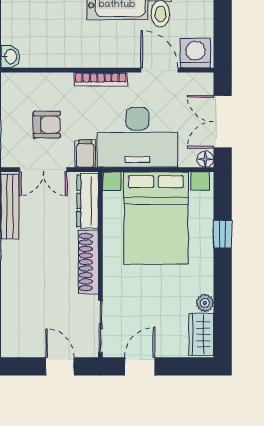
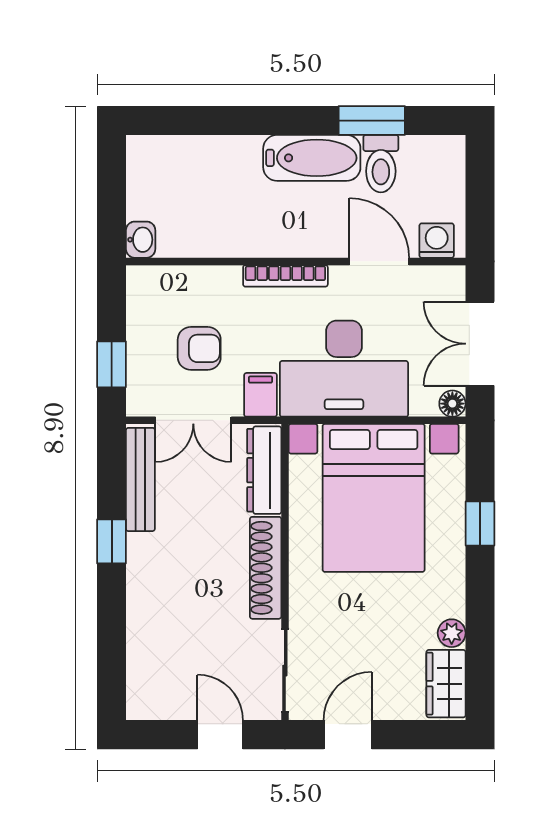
washing machine: (195, 53) -> (437, 241), width x0.73, depth x0.73

